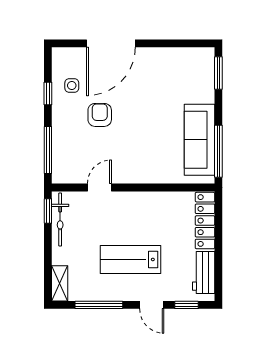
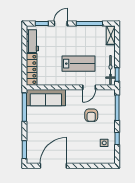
door: (111, 43) -> (53, 166), moved
armchair: (100, 115) -> (91, 115), moved
sofa: (200, 140) -> (46, 98), moved, turned 90
lab bench: (131, 259) -> (78, 64), moved
door: (152, 305) -> (61, 23), hinge flipped

